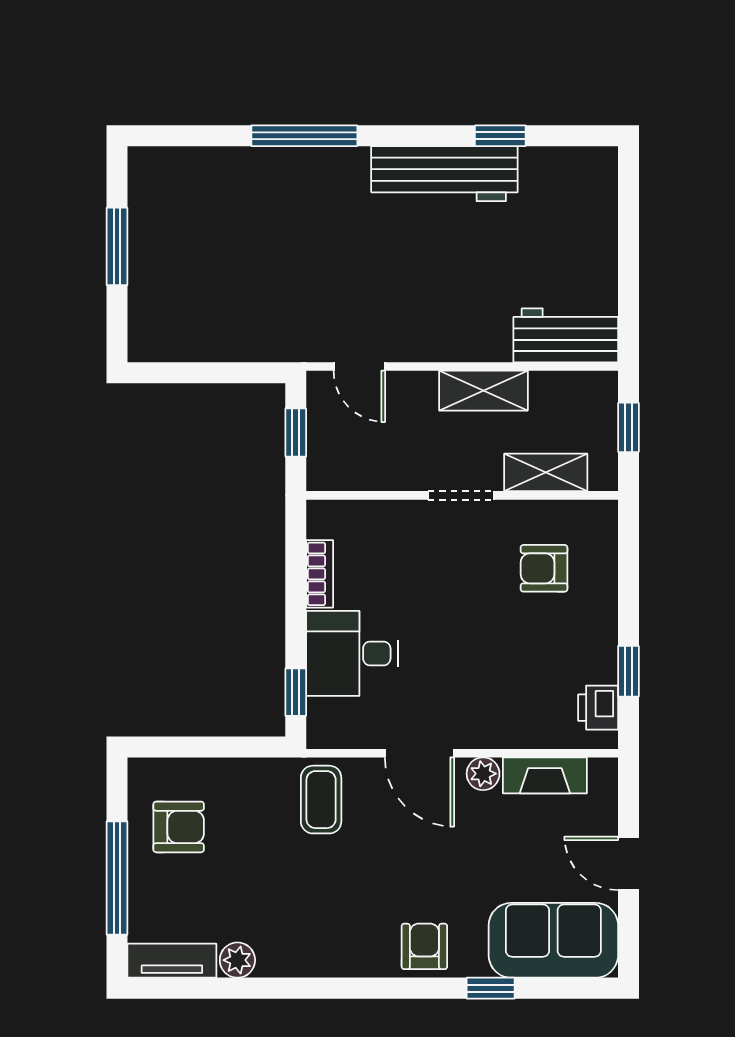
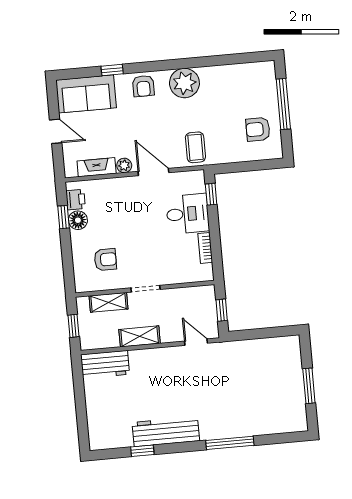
floor lamp: (597, 661) -> (78, 220), added
plant: (237, 960) -> (184, 83), moved, width x1.88, depth x1.88
tv unit: (172, 961) -> (255, 69), removed

